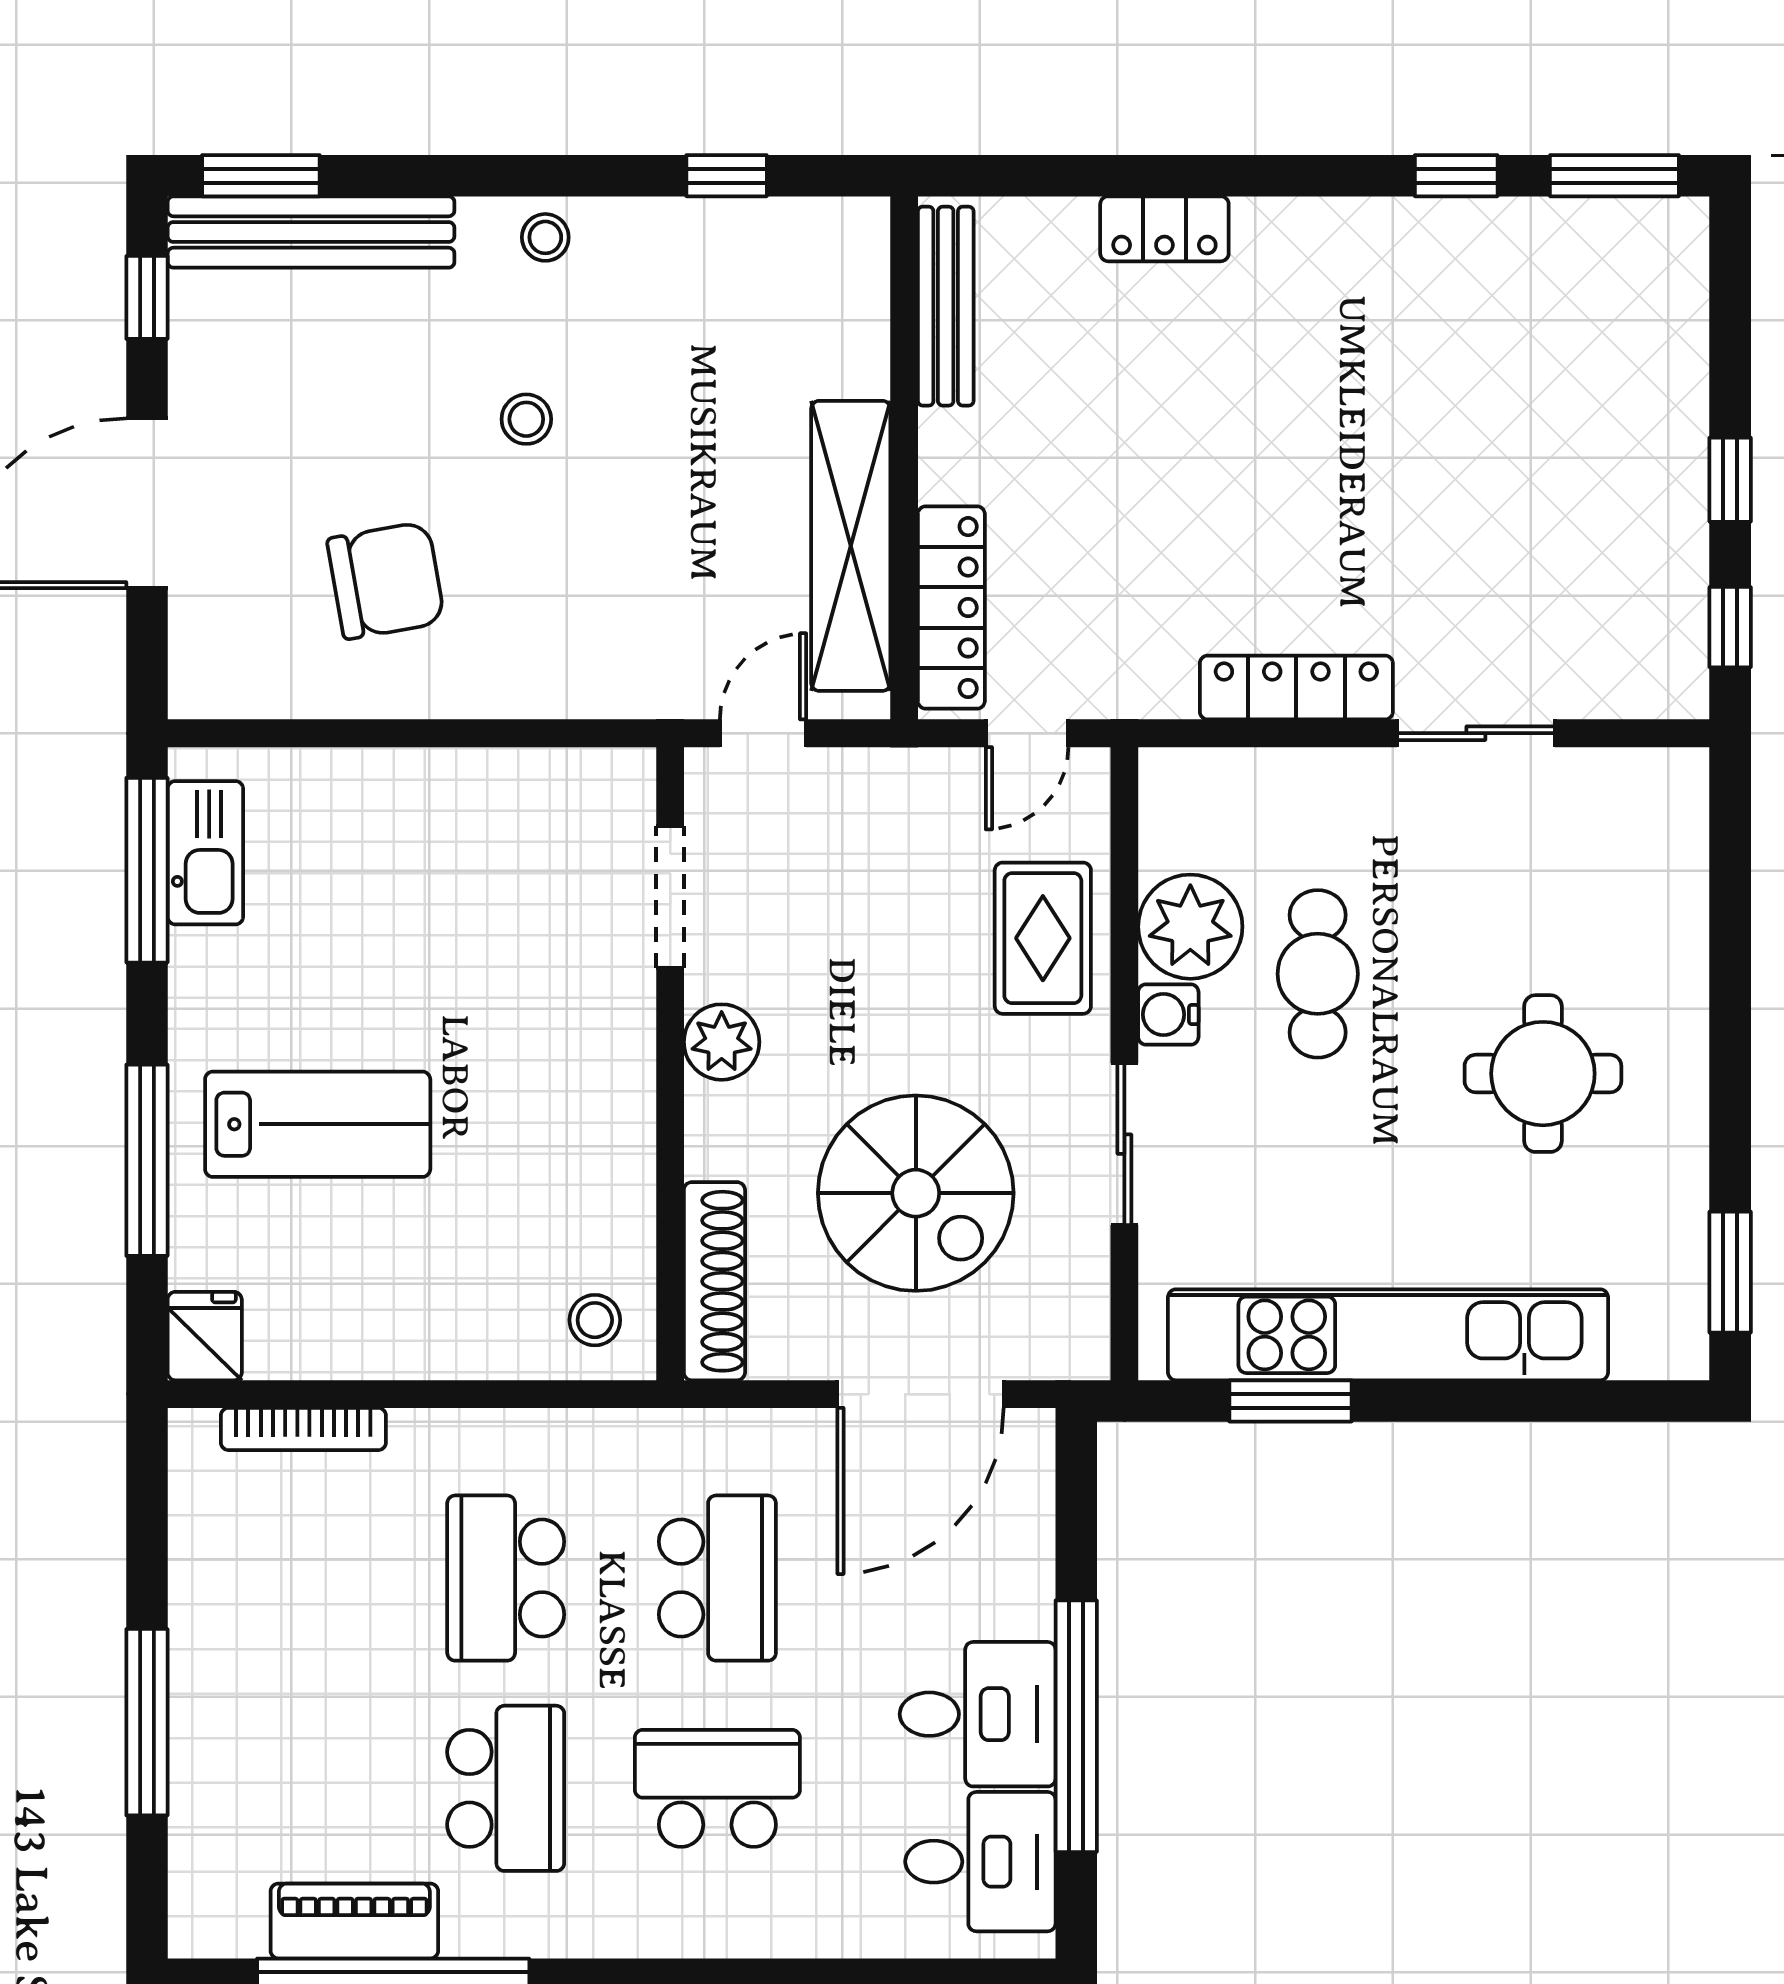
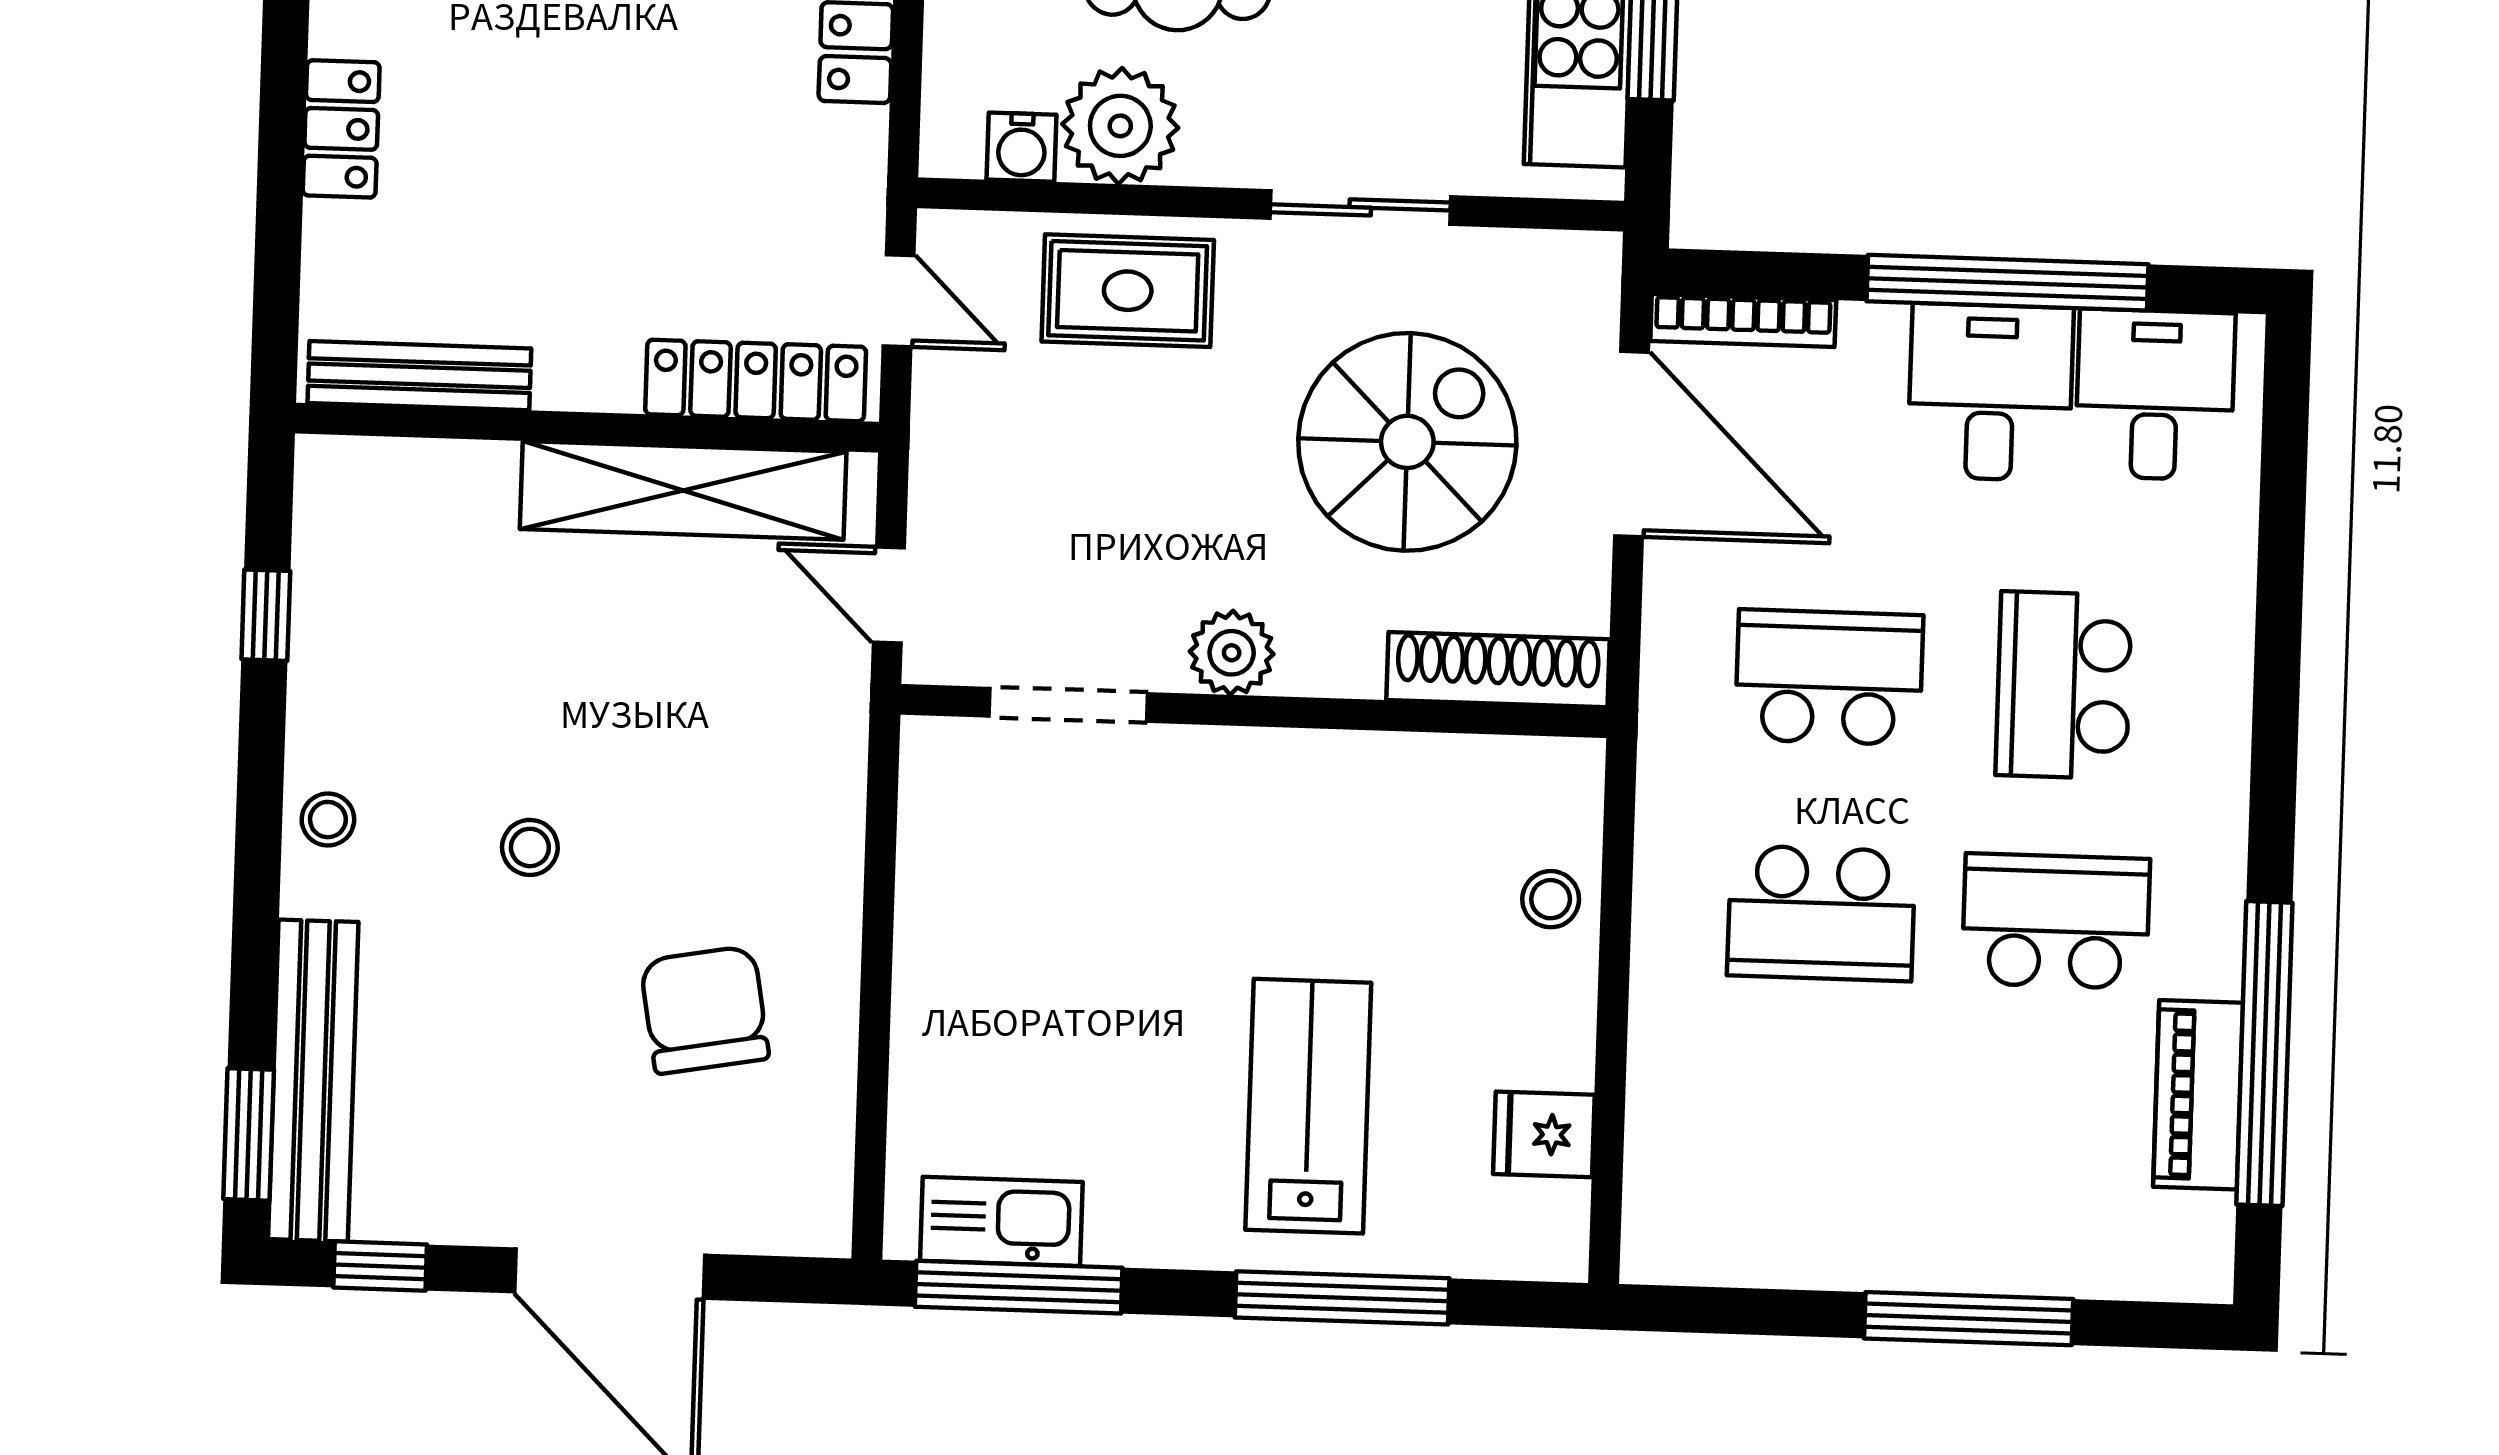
water cooler: (1168, 1014) -> (1022, 147), moved
stool: (595, 1320) -> (1551, 899), moved
fridge: (205, 1336) -> (1544, 1134), moved
bookcase: (303, 1429) -> (1743, 321), moved, turned 90

